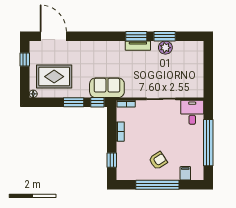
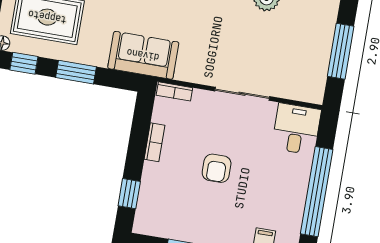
window: (208, 68) -> (341, 51), added
window: (97, 102) -> (24, 63), moved
armchair: (158, 161) -> (217, 168), moved, turned 123

